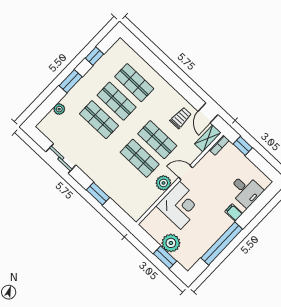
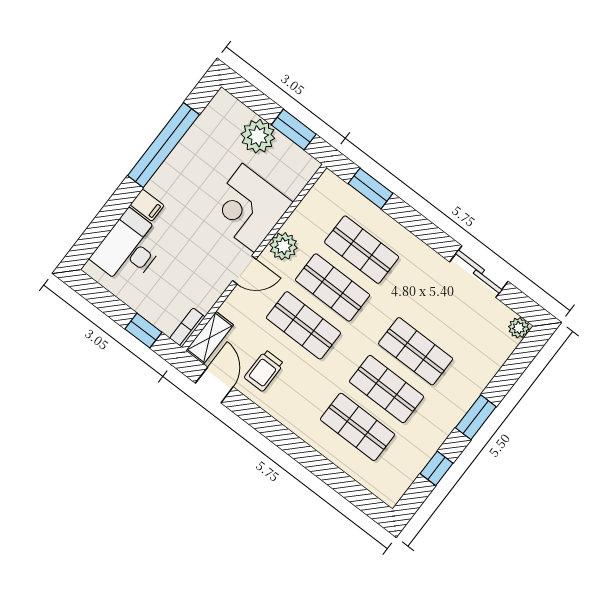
plant: (59, 109) -> (519, 328), moved
shop shelf: (122, 177) -> (362, 250), added
desk: (246, 190) -> (129, 249), width x1.37
window: (98, 194) -> (370, 188), moved
window: (165, 257) -> (294, 130), moved

